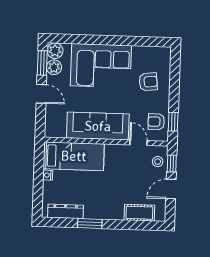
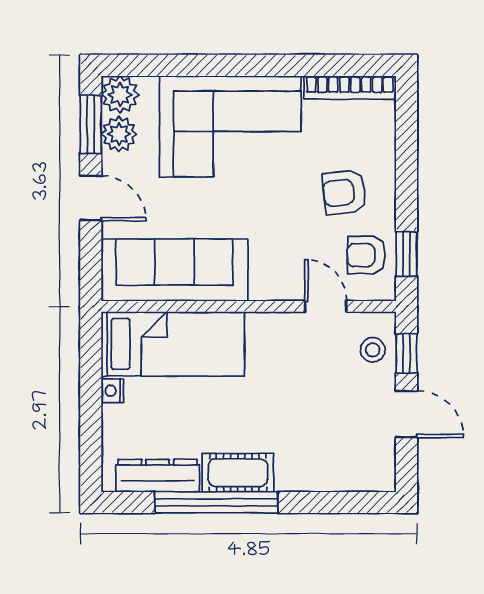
bookcase: (152, 51) -> (350, 88), added
armchair: (148, 82) -> (344, 192), moved, turned 180
sofa: (98, 126) -> (175, 270), moved
door: (171, 189) -> (406, 414), swing flipped
cot: (139, 213) -> (238, 473), moved
window: (90, 224) -> (216, 502), width x2.11

